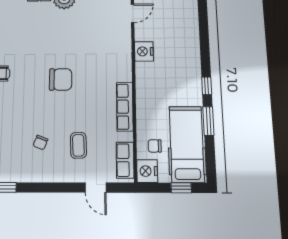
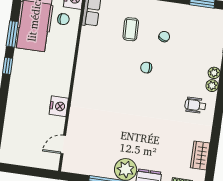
chair: (61, 79) -> (146, 68), moved, width x0.54, depth x0.54
row of seats: (125, 107) -> (84, 58), removed

